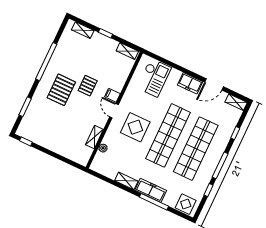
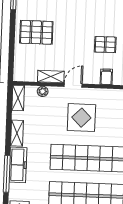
pallet: (61, 90) -> (36, 32), moved
door: (114, 111) -> (73, 85), moved
shelving: (100, 169) -> (18, 98), added

